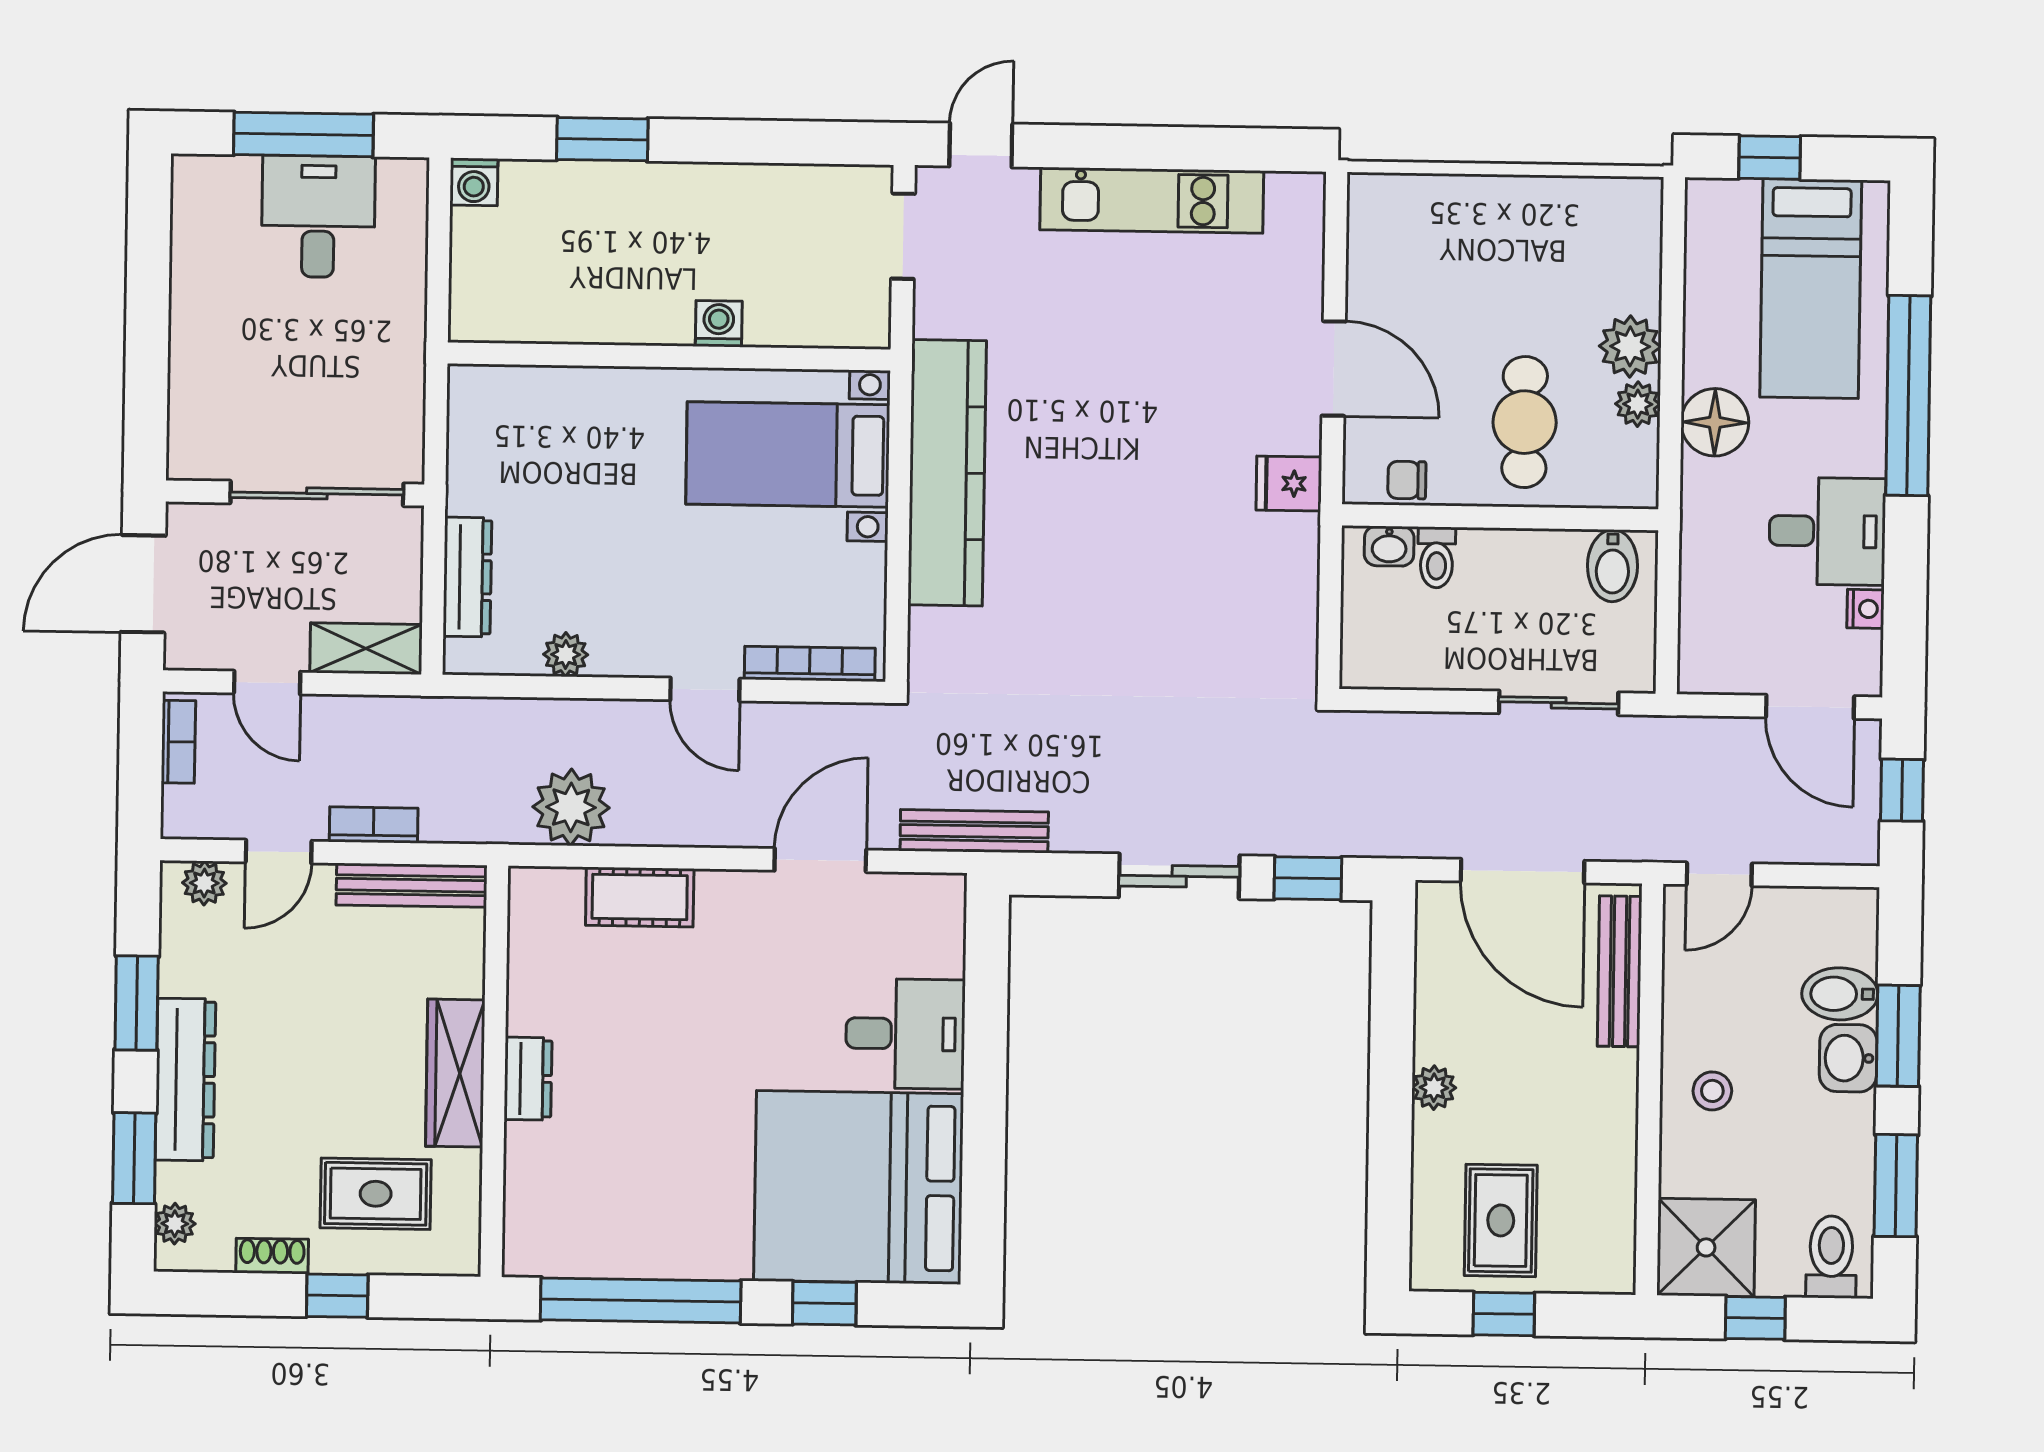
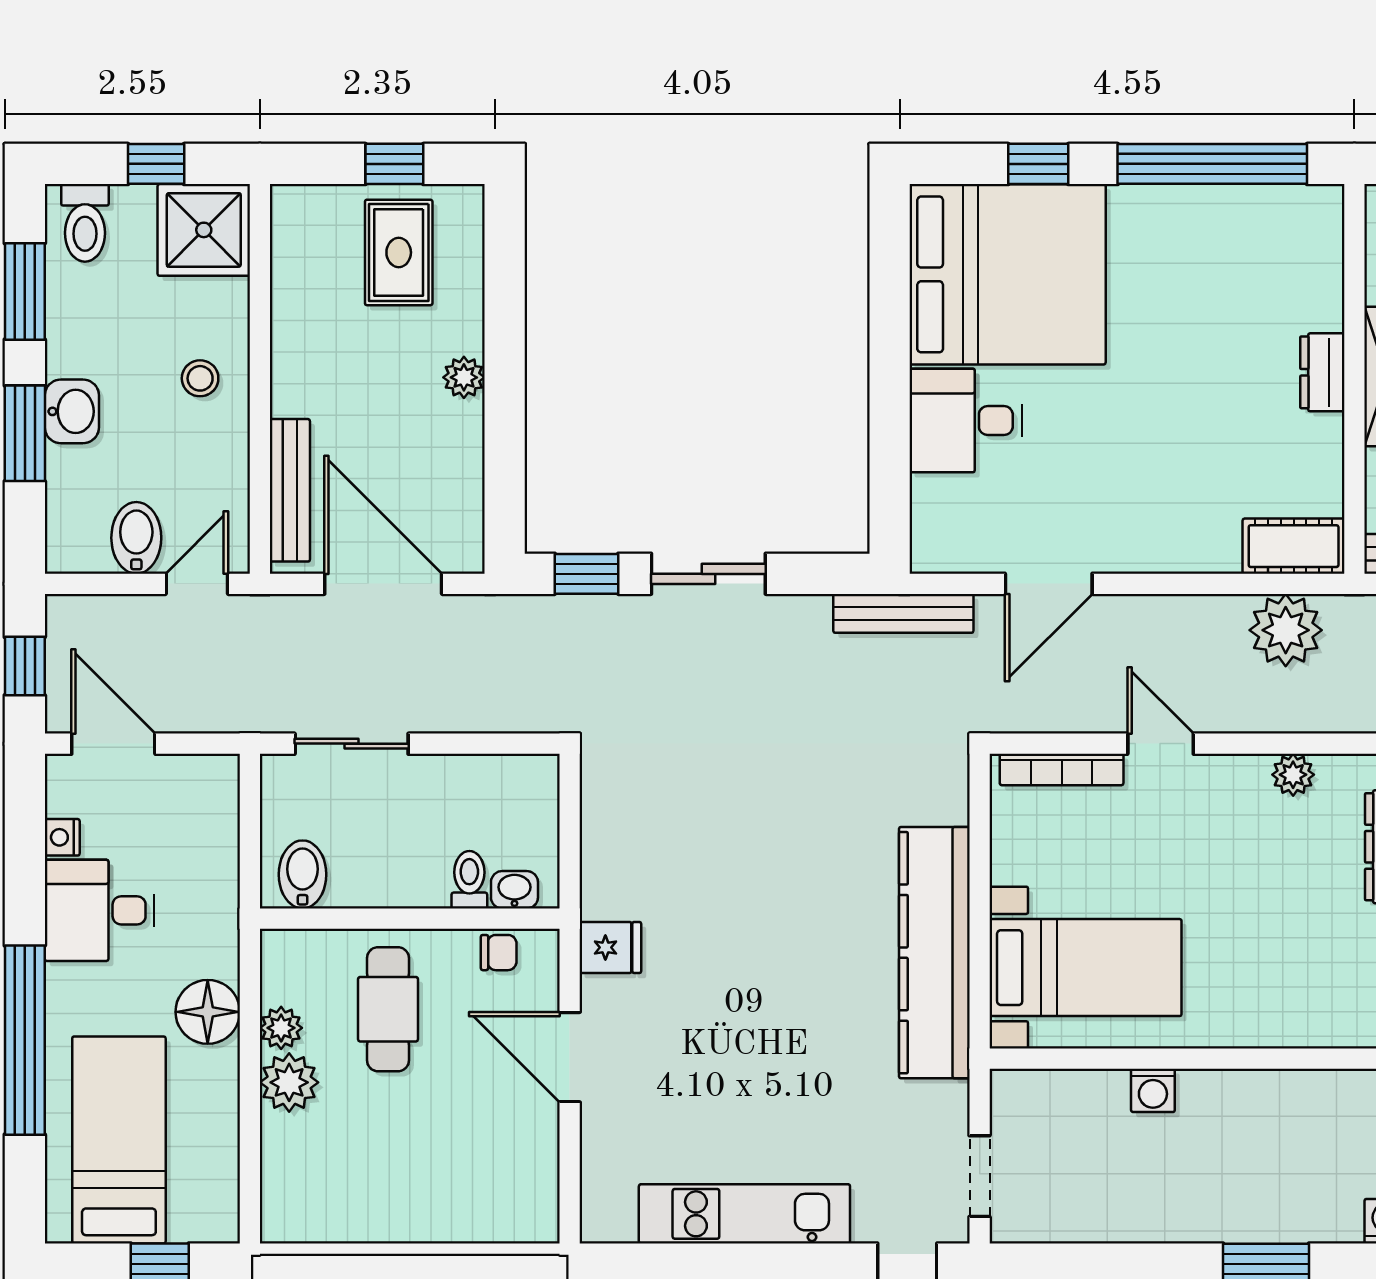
cot: (640, 897) -> (1294, 546), moved
bidet: (1840, 994) -> (136, 538), moved, turned -90

